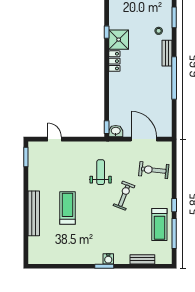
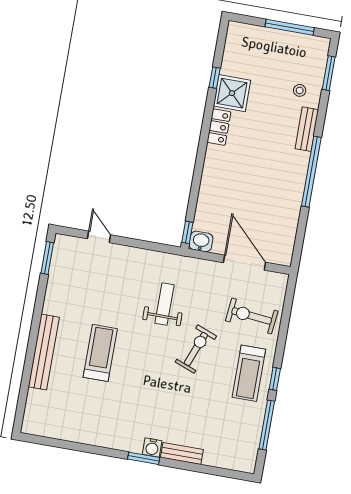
treadmill: (159, 224) -> (249, 373), moved
bench: (142, 259) -> (182, 453), moved

